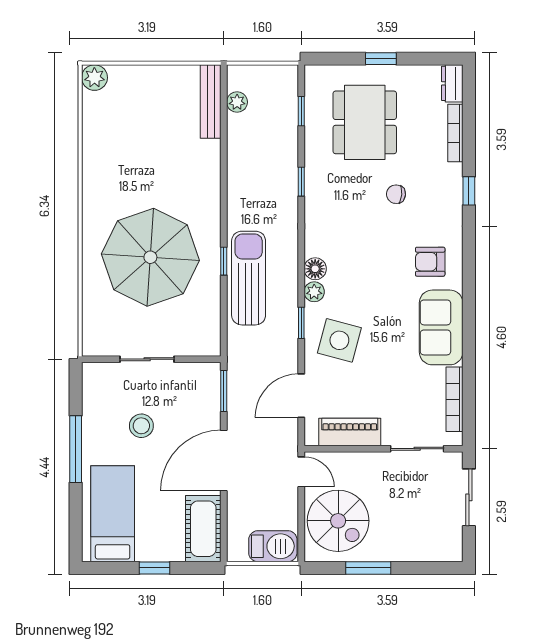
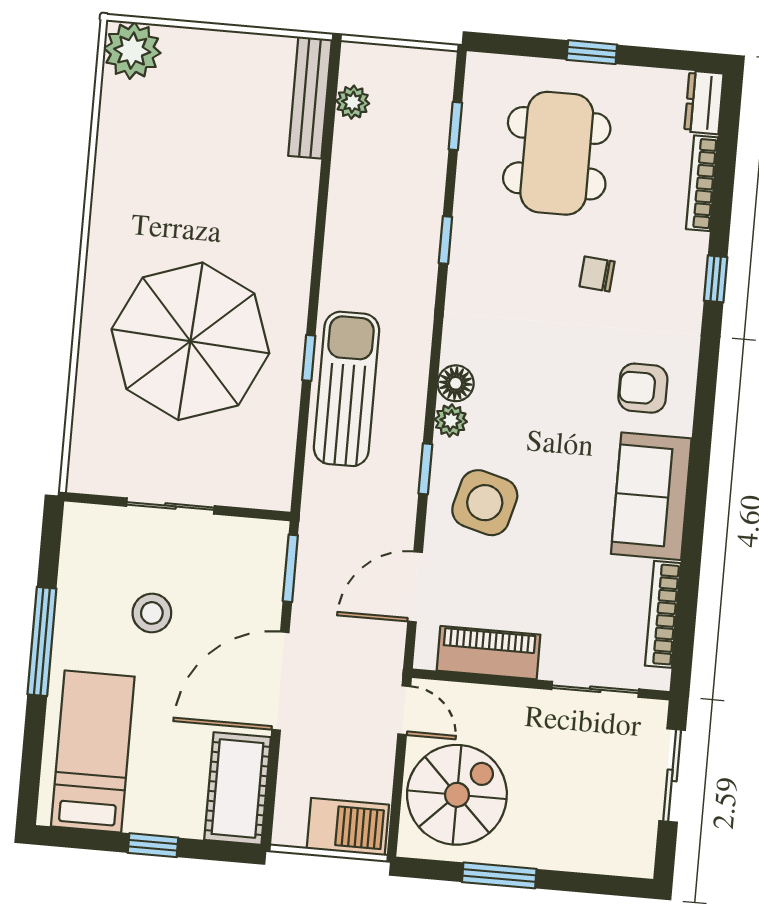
plant: (94, 78) -> (132, 51), width x1.36, depth x1.36
spiral stairs: (338, 521) -> (457, 795), turned -90

